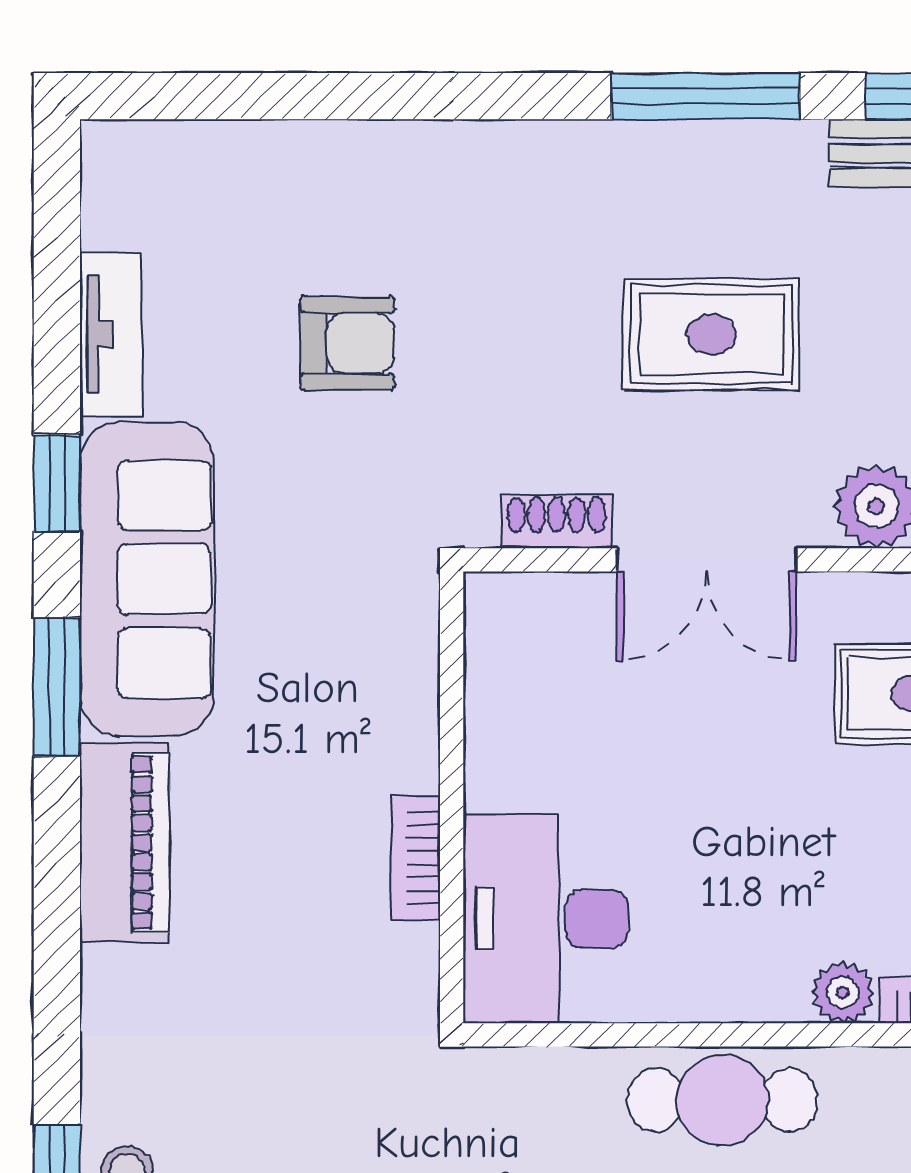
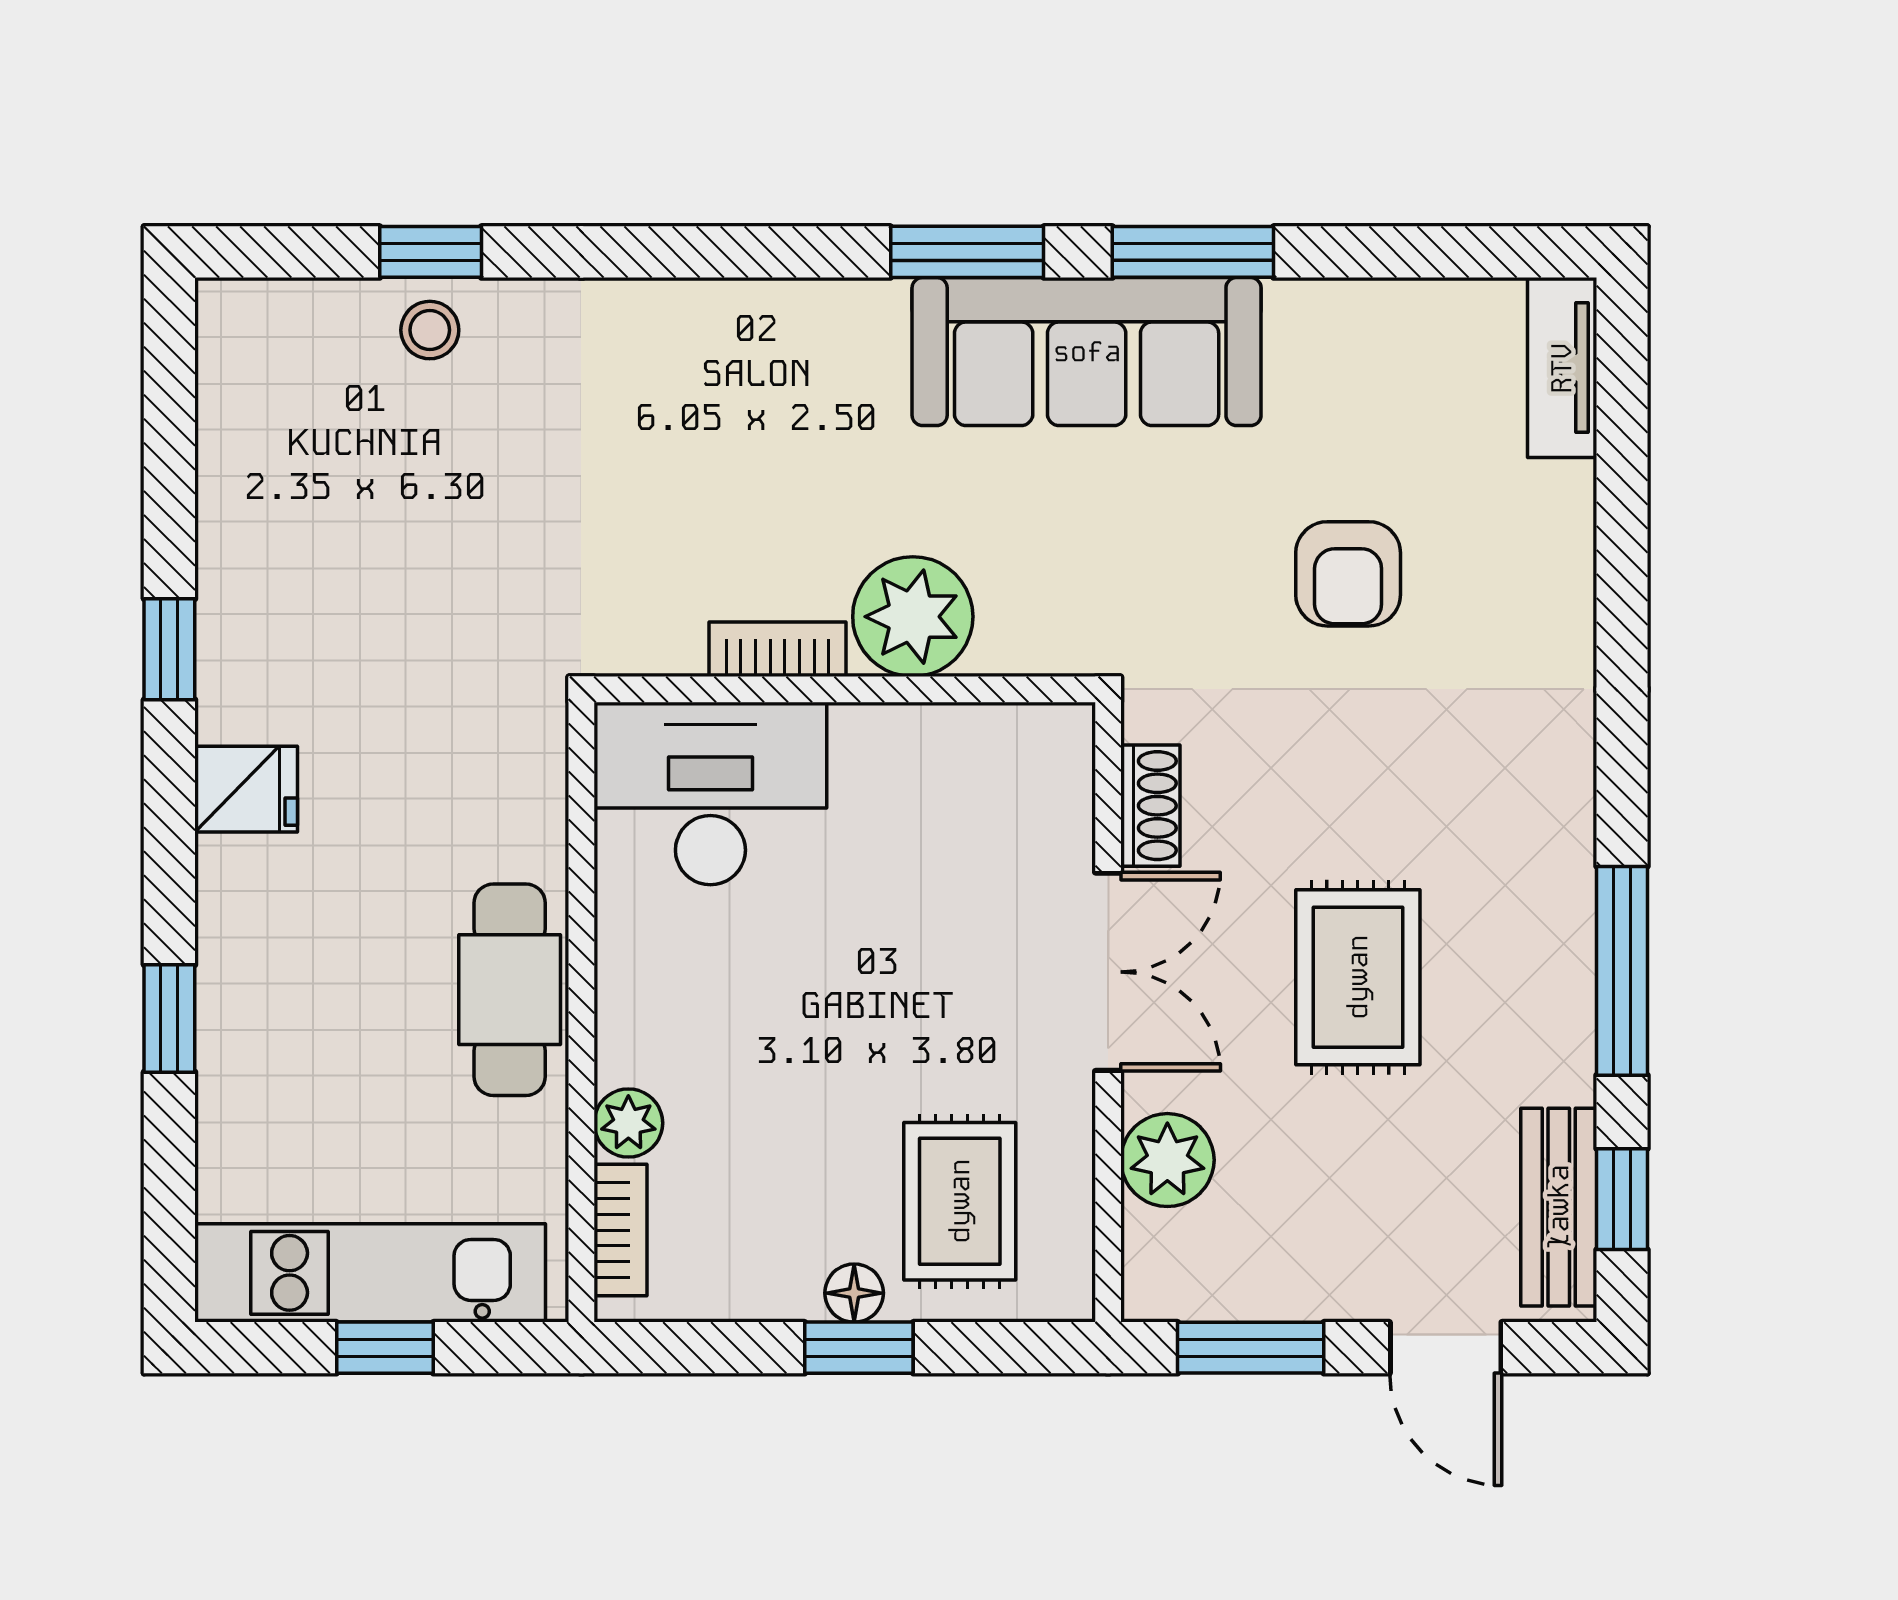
tv unit: (111, 334) -> (1562, 368), moved, turned 90
window: (57, 483) -> (1193, 252), width x1.50
double door: (706, 560) -> (1108, 972), swing flipped
plant: (386, 736) -> (913, 617), added
piano: (125, 843) -> (795, 327), removed

